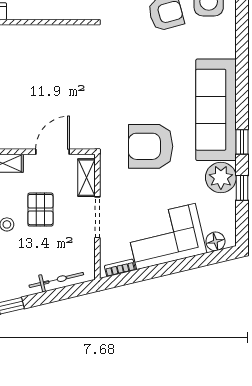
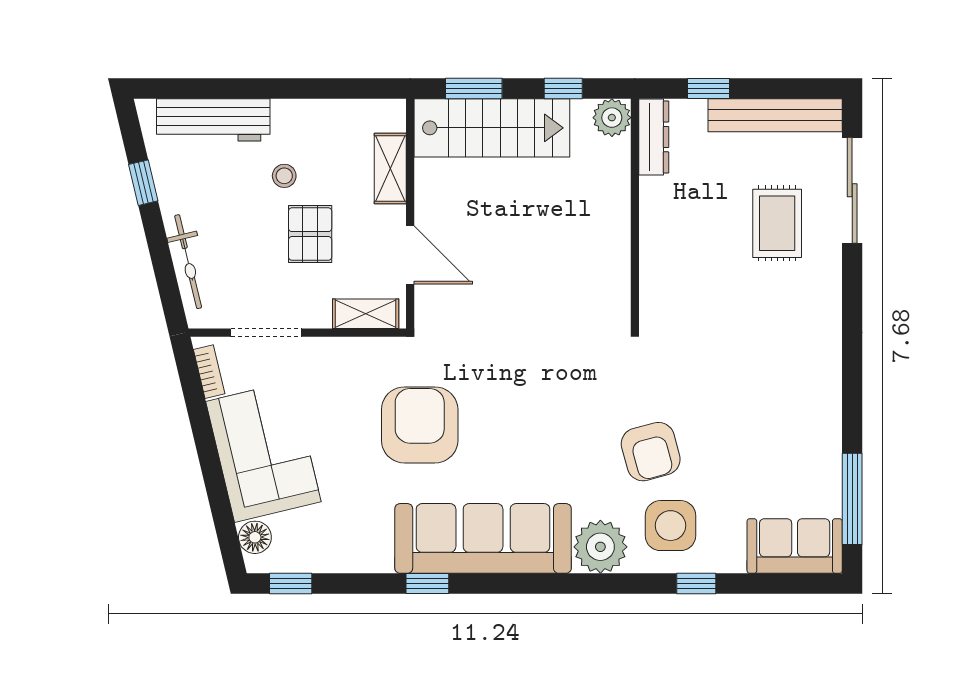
plant: (221, 177) -> (600, 547), moved
window: (242, 188) -> (291, 583), moved
pallet: (40, 210) -> (310, 234), turned 90
doorway: (97, 217) -> (266, 333), moved

